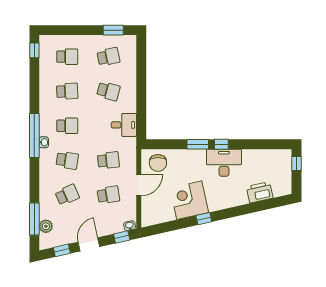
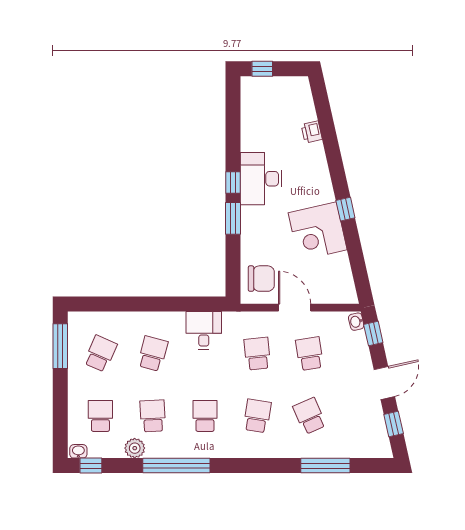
window: (113, 30) -> (60, 346), width x1.44
school desk: (108, 57) -> (100, 354), turned 36
window: (34, 136) -> (176, 466), moved
washbasin: (44, 142) -> (78, 451), moved
printer: (260, 192) -> (312, 132), width x0.53, depth x0.68
window: (34, 219) -> (325, 466), moved
plant: (46, 226) -> (135, 448), moved
door: (89, 244) -> (384, 383), swing flipped

